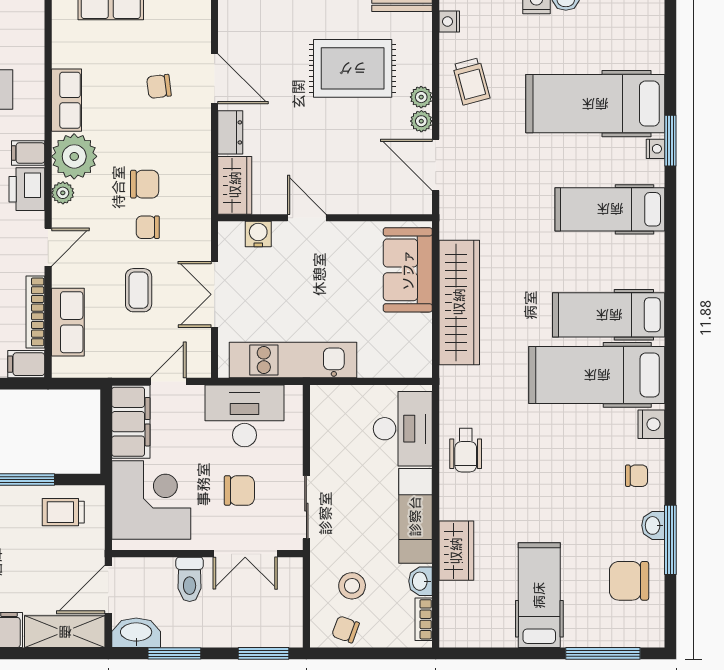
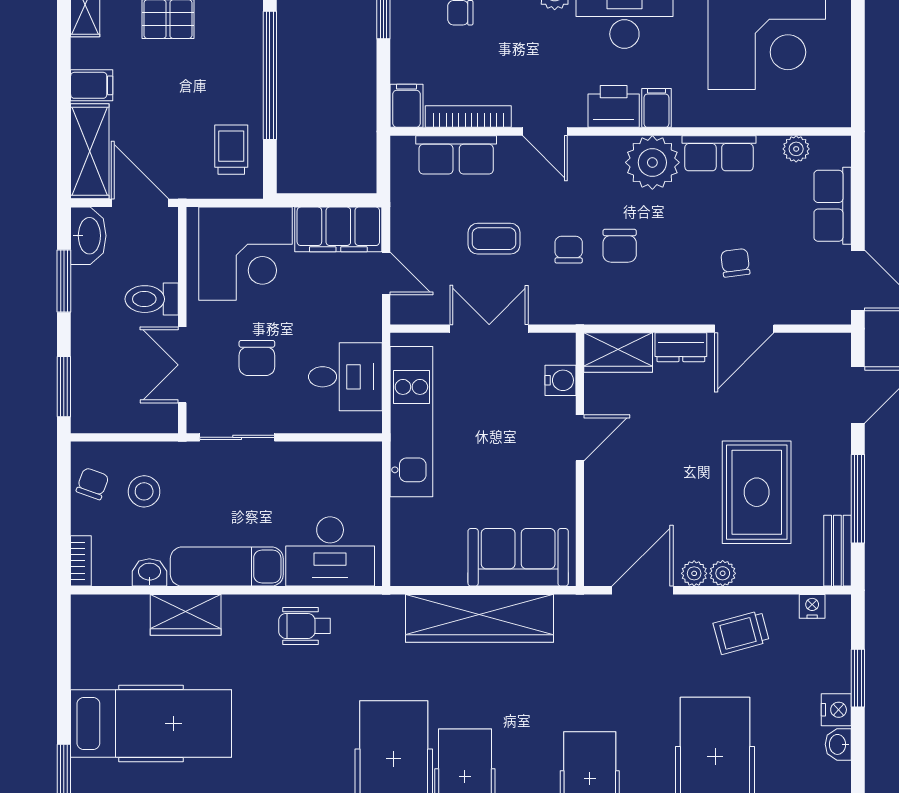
plant: (63, 193) -> (796, 149), moved
desk: (245, 416) -> (345, 377), width x0.73
hospital bed: (539, 595) -> (151, 723), width x1.37, depth x1.29
bookcase: (424, 619) -> (81, 561), moved, turned 90

